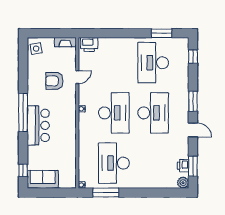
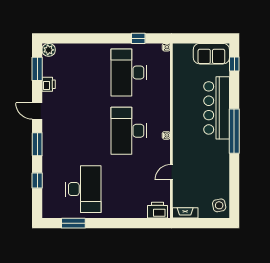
window: (193, 57) -> (37, 181), moved
armchair: (54, 81) -> (198, 168), removed
desk: (153, 113) -> (83, 131), removed
bar counter: (38, 125) -> (217, 108), width x1.36
desk: (114, 163) -> (129, 72), turned 180
printer: (183, 166) -> (49, 84), moved
window: (106, 193) -> (138, 38), width x0.46

